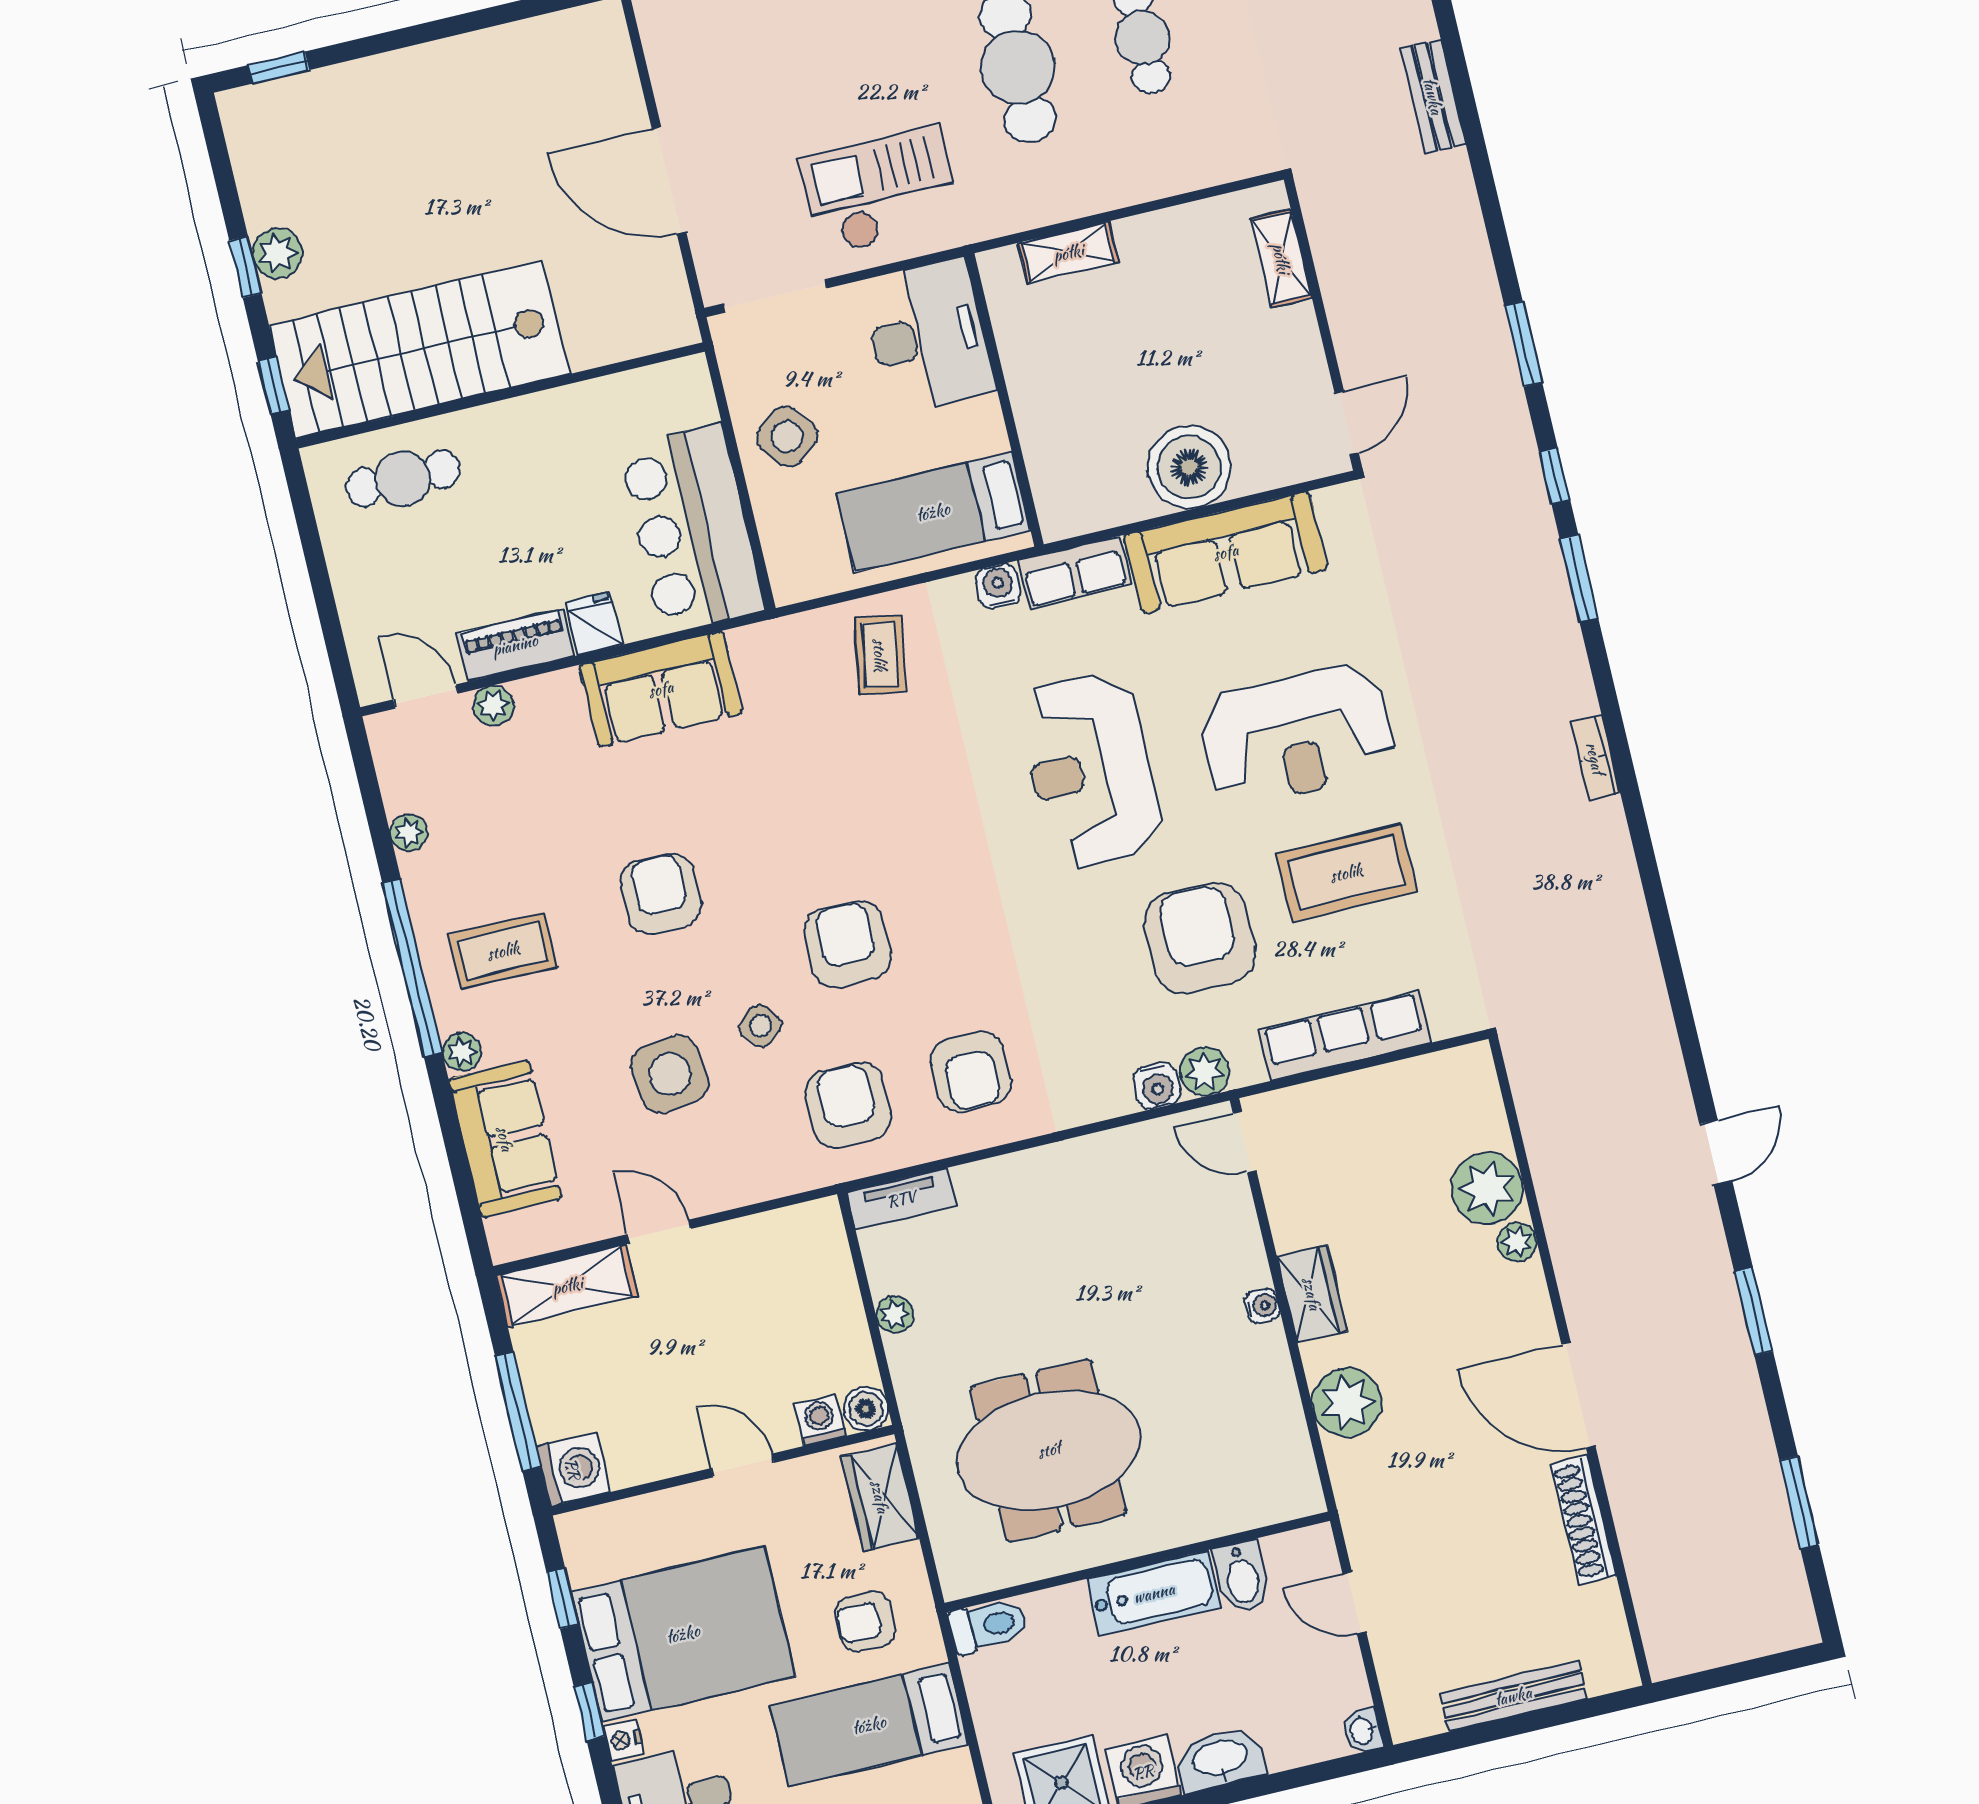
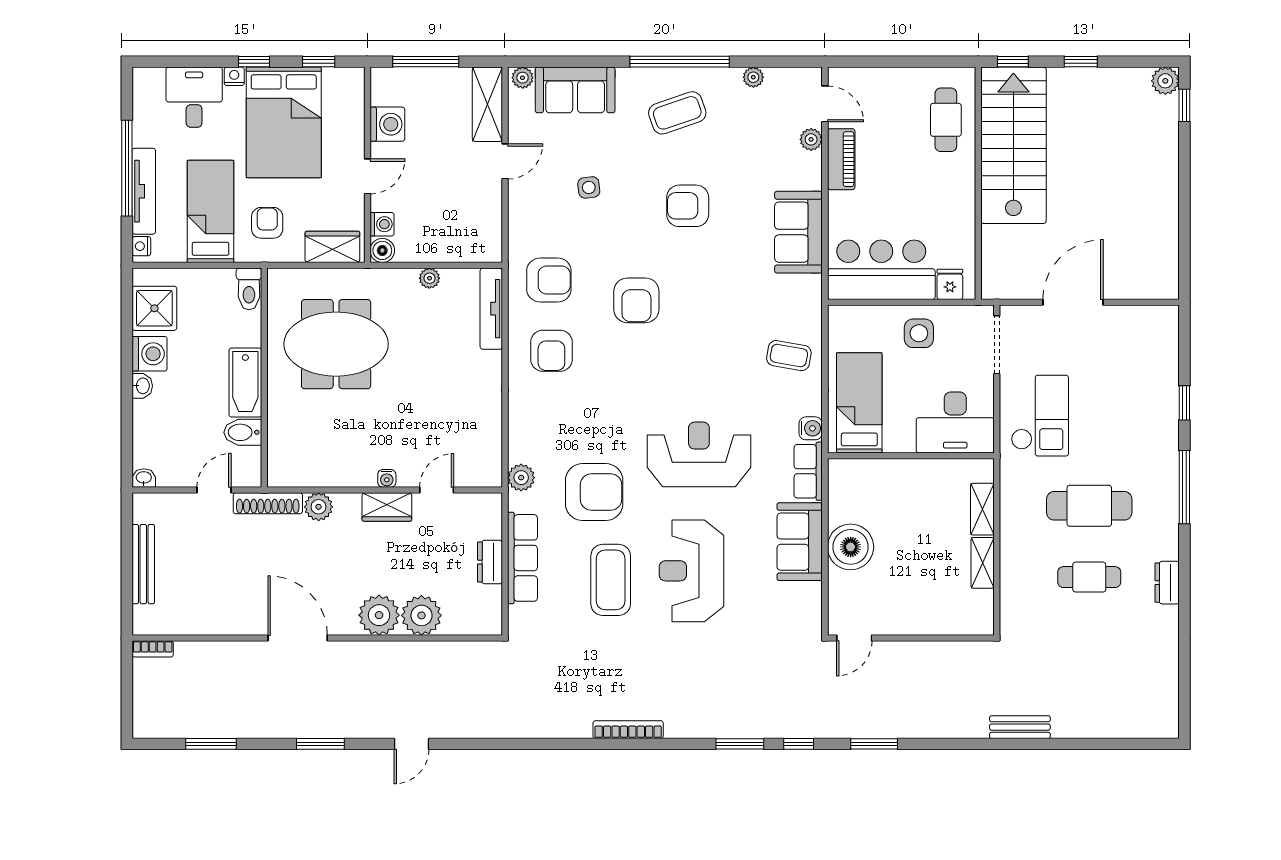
plant: (277, 253) -> (1165, 81), moved
shelving: (1281, 258) -> (983, 563), moved, turned 90
door: (1347, 423) -> (854, 638), hinge flipped
side table: (787, 437) -> (919, 333), turned 38
sofa: (1226, 552) -> (800, 542), width x0.73
fridge: (594, 623) -> (950, 284), moved, turned -90
door: (426, 696) -> (825, 104), hinge flipped
bookcase: (1595, 758) -> (628, 730), width x1.56
armchair: (661, 894) -> (688, 206), turned 180
armchair: (847, 944) -> (636, 300), turned 90
coffee table: (503, 951) -> (677, 113), turned 71
side table: (760, 1026) -> (603, 243), removed
plant: (462, 1052) -> (523, 78), moved
armchair: (971, 1071) -> (551, 351), turned -90
side table: (670, 1074) -> (589, 187), width x0.54, depth x0.54
water cooler: (1157, 1086) -> (520, 450), removed
dresser: (1365, 1091) -> (490, 562), added
door: (1245, 1142) -> (437, 490), moved
door: (1716, 1152) -> (412, 744), hinge flipped
tv unit: (901, 1199) -> (491, 309), width x1.41
plant: (1517, 1242) -> (379, 615), width x1.87, depth x1.87
door: (1578, 1395) -> (298, 638), hinge flipped
plant: (1347, 1402) -> (319, 507), width x0.73, depth x0.73
meeting table: (1049, 1450) -> (336, 344), turned 90
washing machine: (573, 1469) -> (387, 124), moved, turned -90
shoe rack: (1584, 1520) -> (268, 503), moved, turned 180
bookcase: (1658, 1644) -> (153, 649), added
washbasin: (1220, 1759) -> (142, 386), width x0.52, depth x0.69

